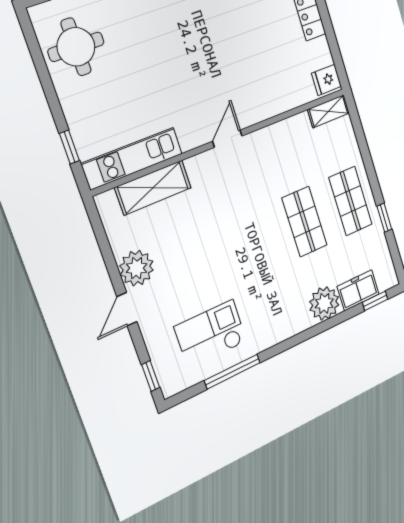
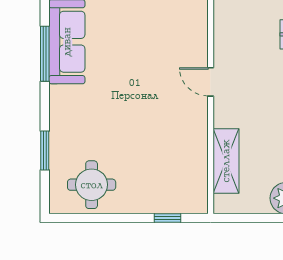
kitchen unit: (132, 159) -> (196, 170), removed

